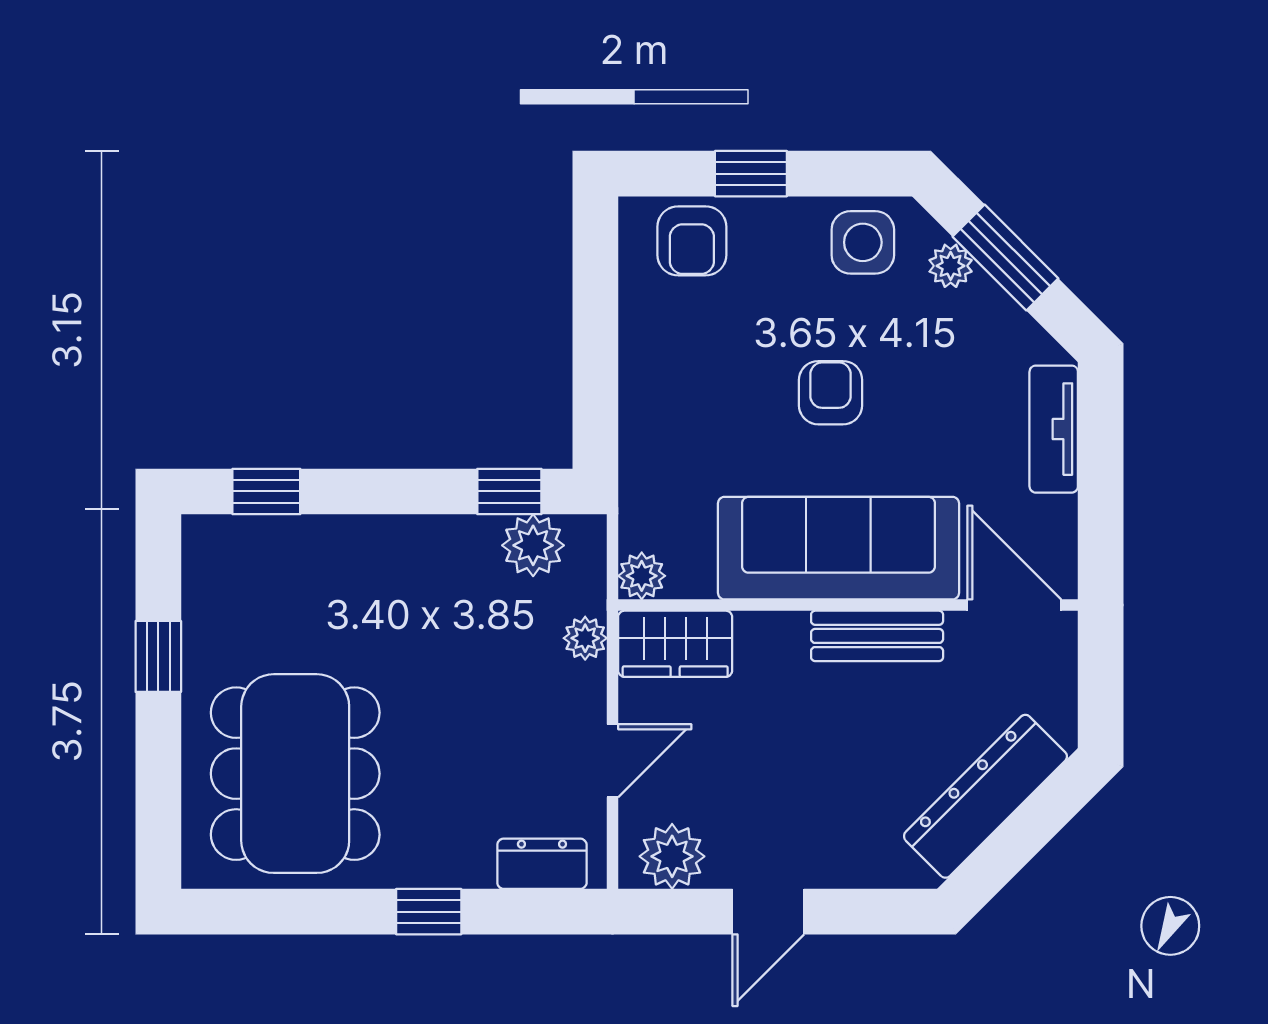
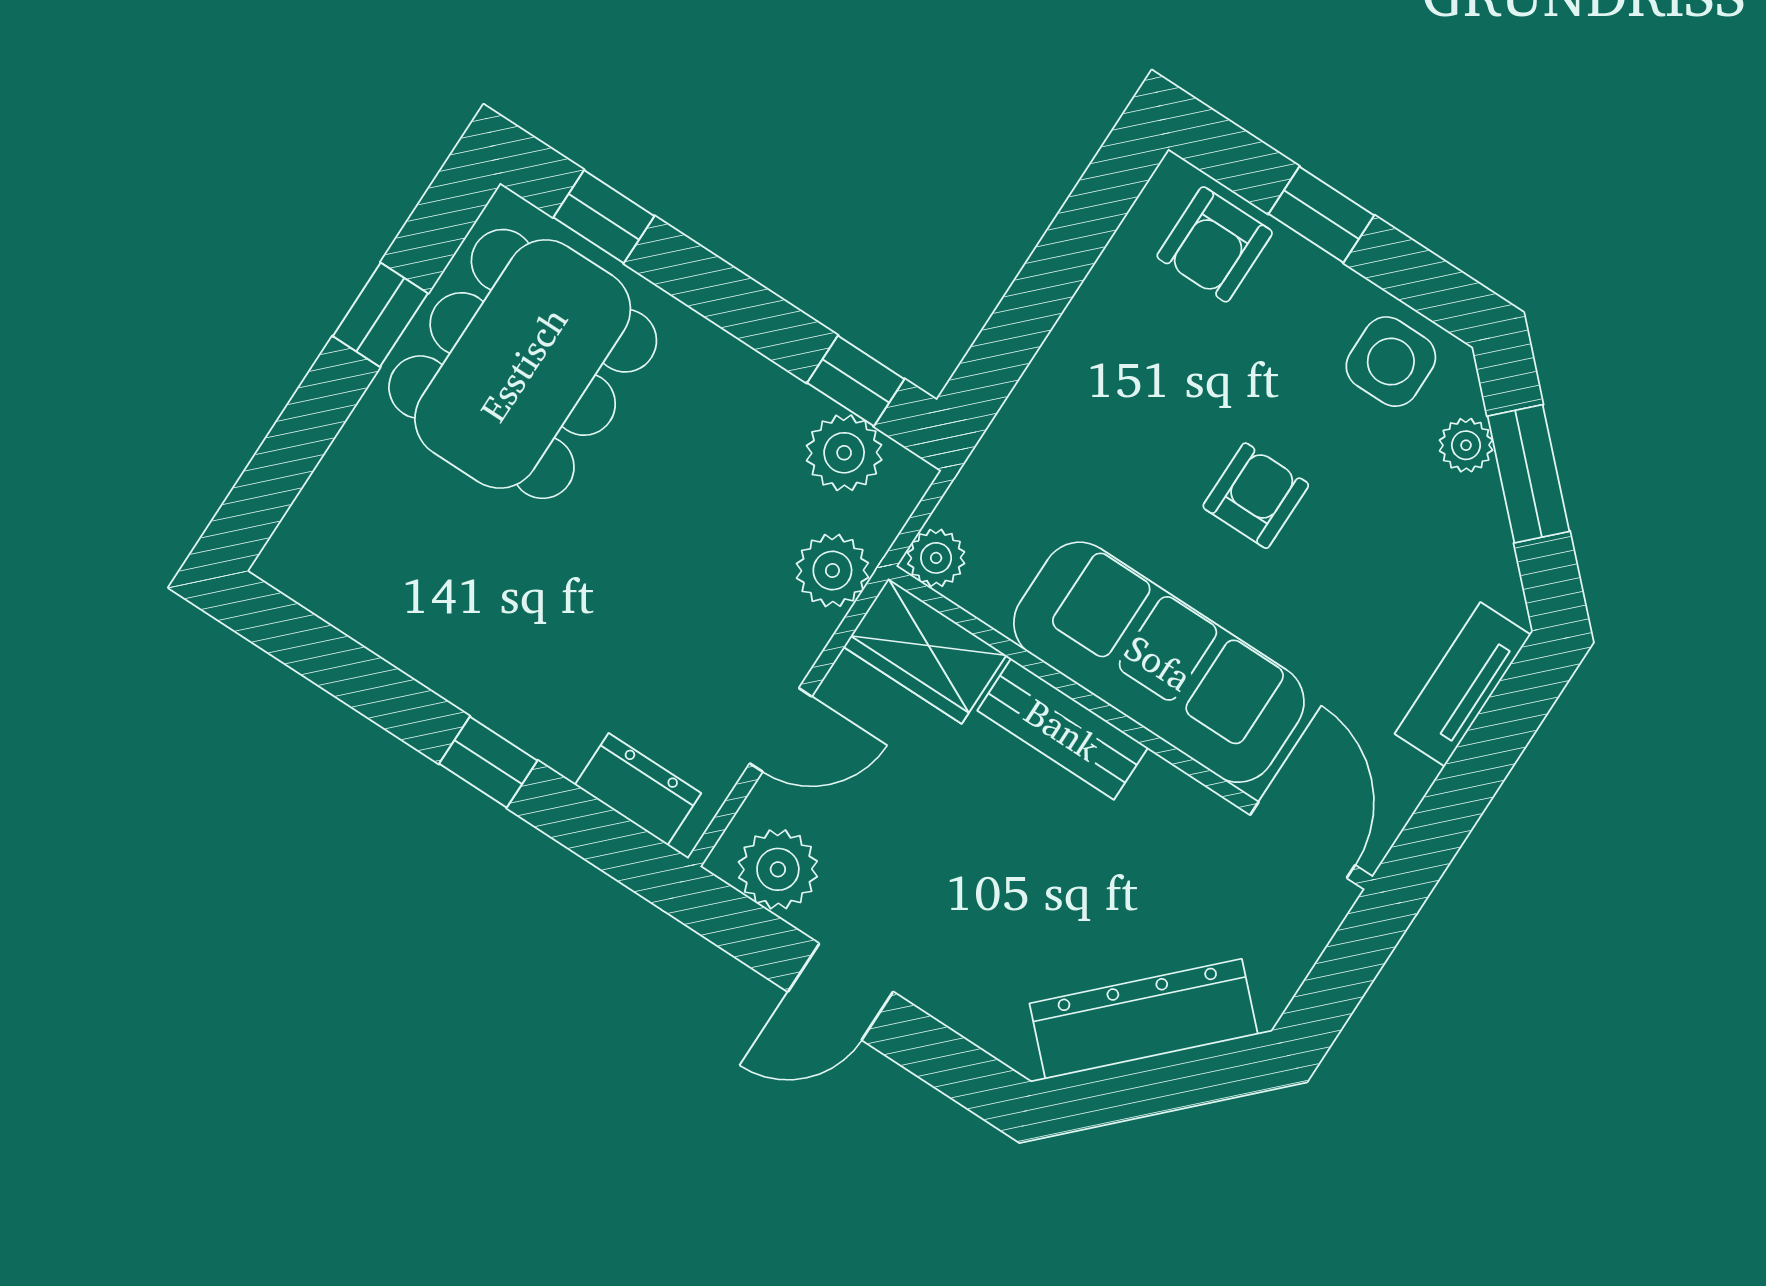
bench: (877, 636) -> (1063, 729), moved
plant: (585, 638) -> (832, 570), width x1.38, depth x1.38
dining table: (295, 774) -> (523, 364), moved

